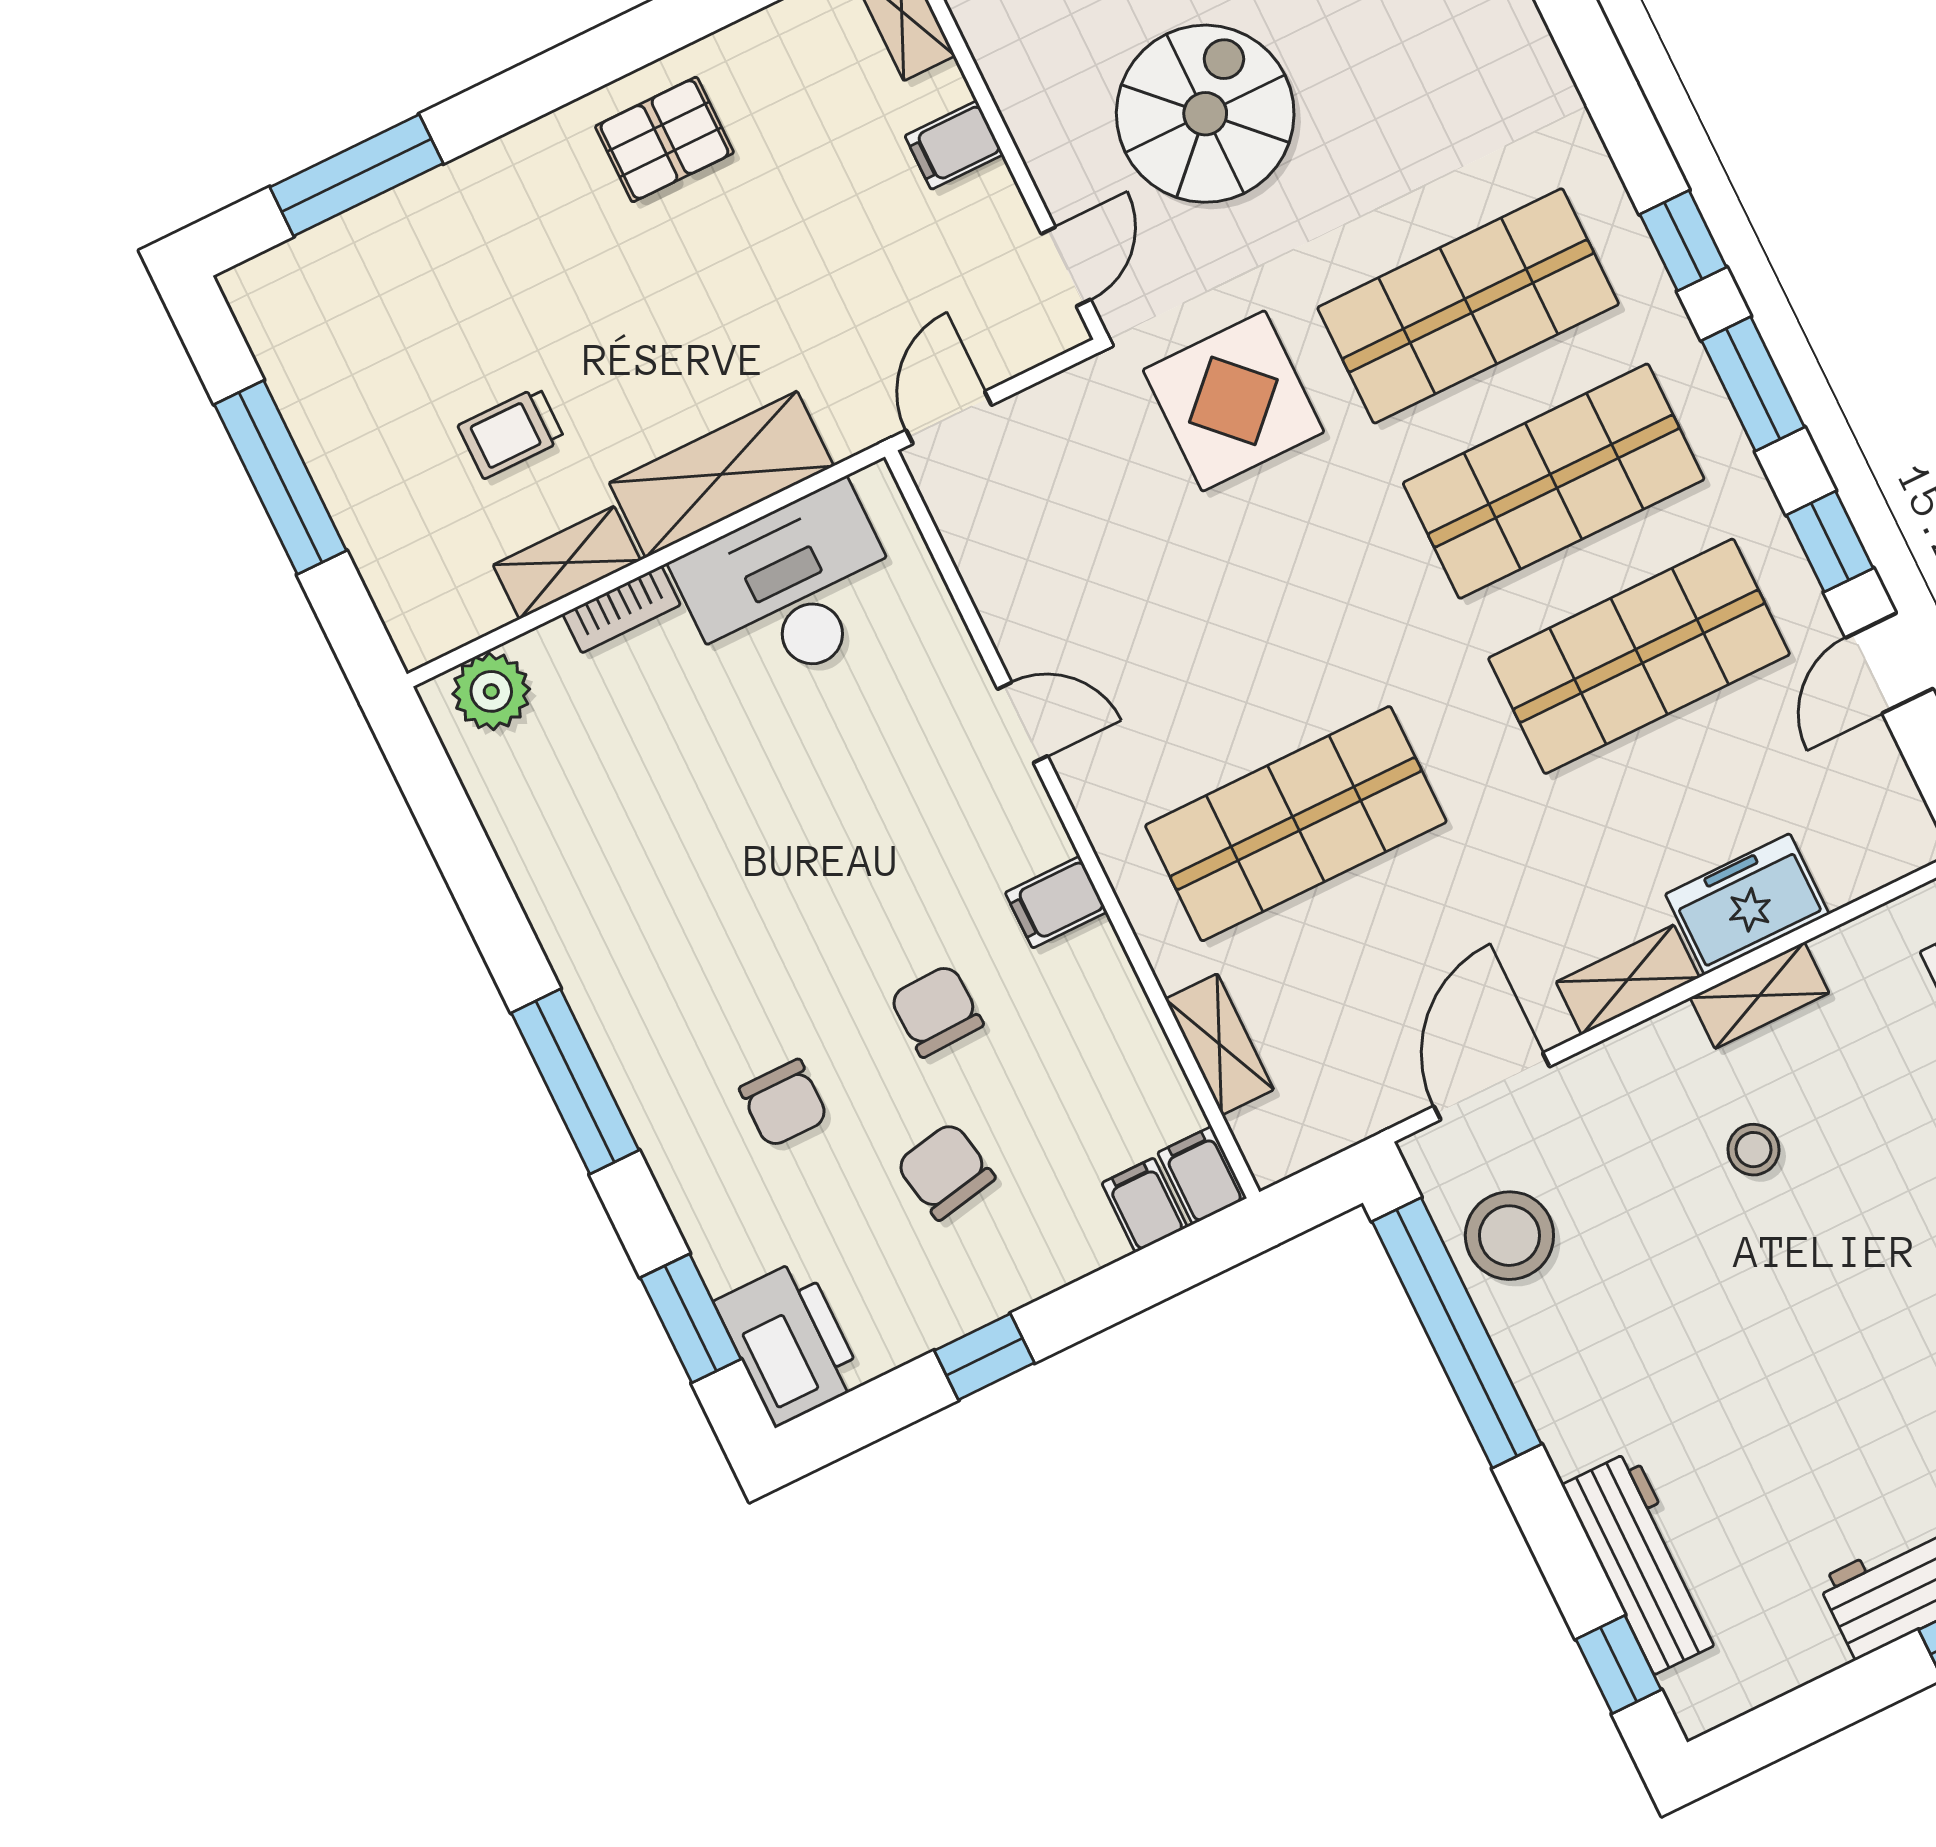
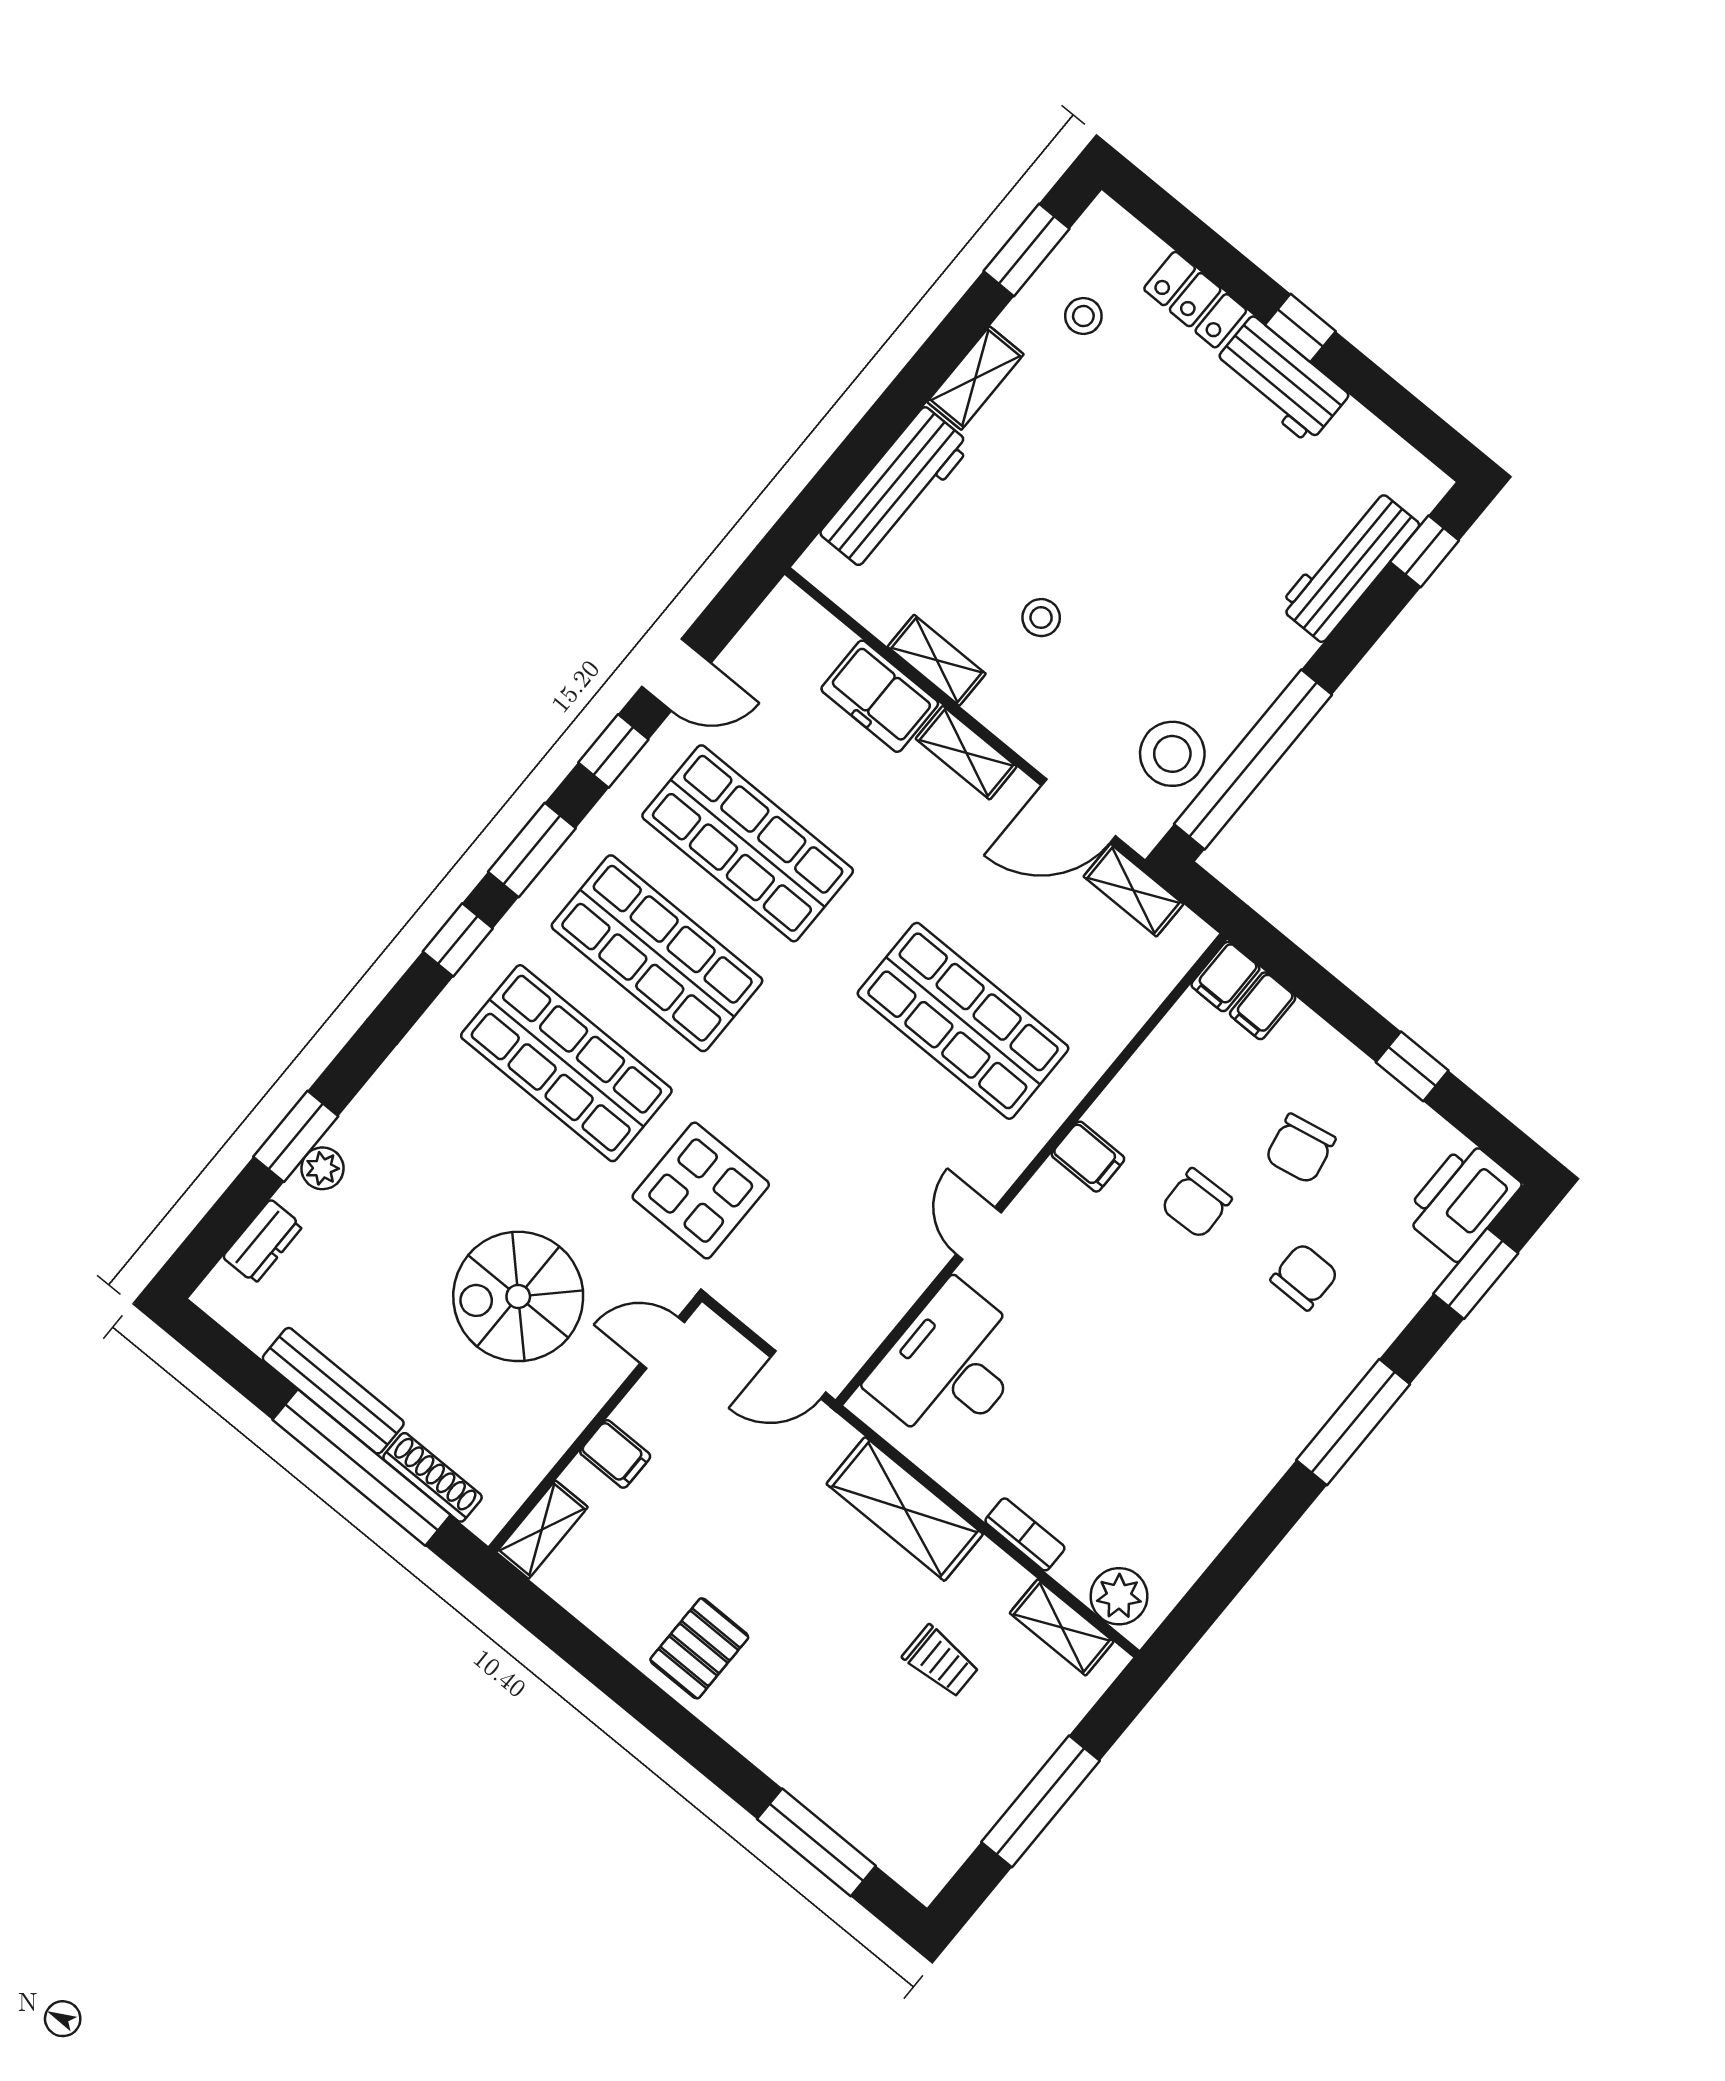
pallet: (664, 140) -> (699, 1648), turned 90
shelving: (567, 563) -> (1062, 1627), moved
desk: (791, 590) -> (950, 1366), moved, turned 90
shelving: (1219, 1044) -> (1133, 890), moved, turned 90

